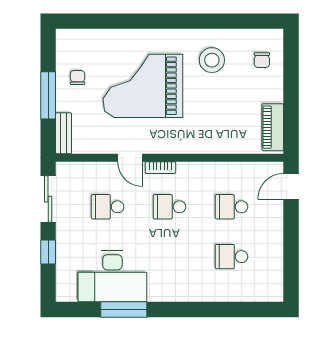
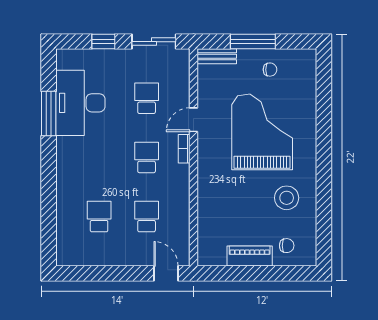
chair: (262, 60) -> (287, 246), turned 180
piano: (273, 127) -> (250, 256), moved

